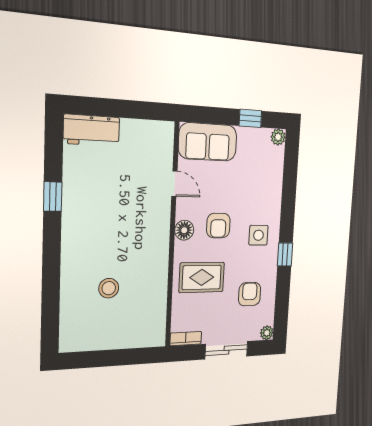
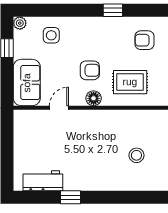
workbench: (92, 130) -> (43, 181), moved, turned -90
side table: (258, 235) -> (51, 35), moved
rug: (202, 277) -> (130, 82), turned 90

